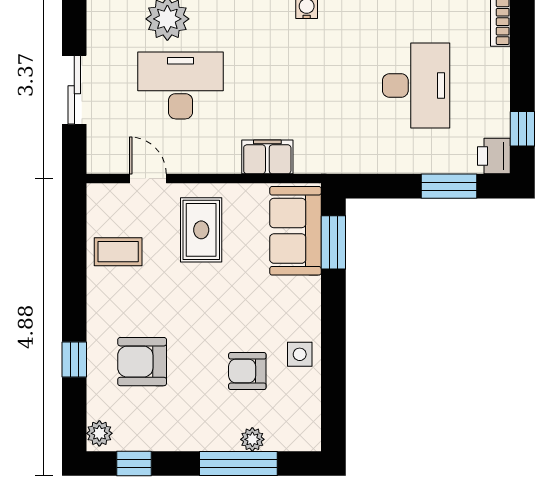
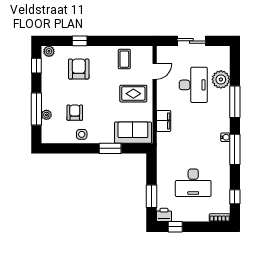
window: (333, 242) -> (110, 148), moved

